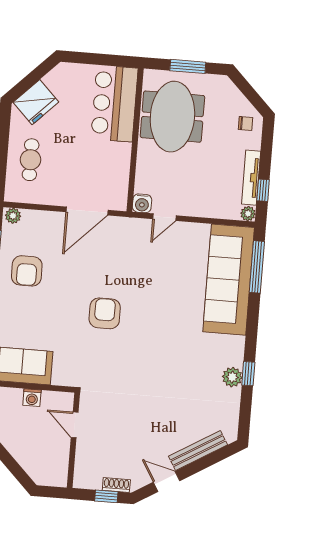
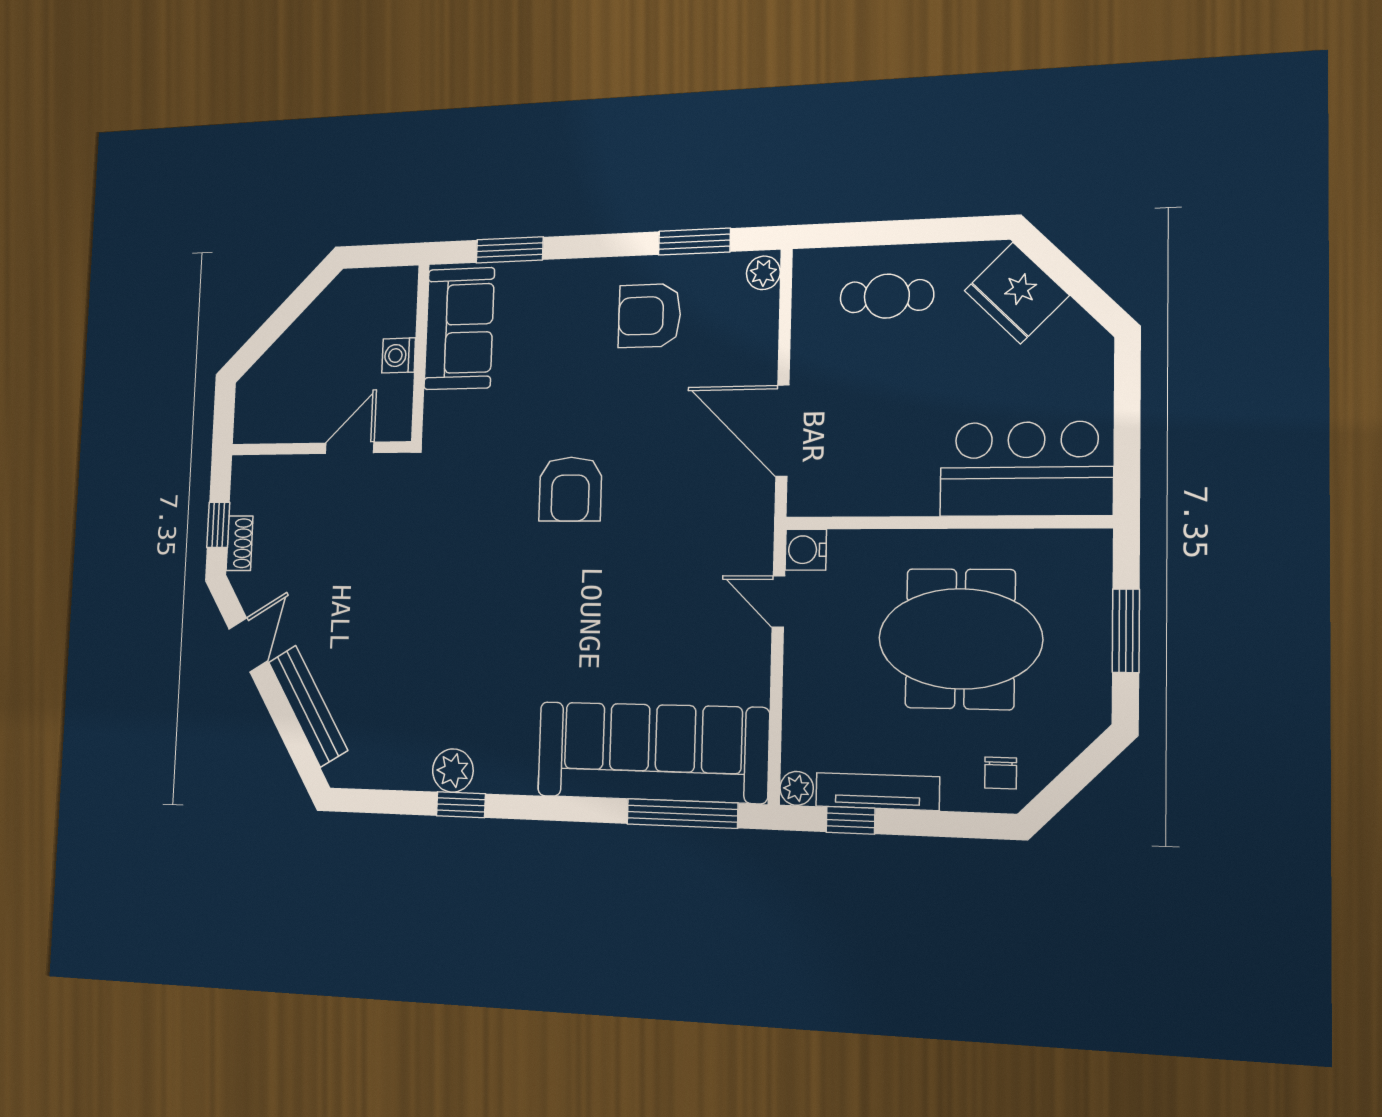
meeting table: (172, 117) -> (960, 639), moved
armchair: (105, 313) -> (570, 489), turned 90

